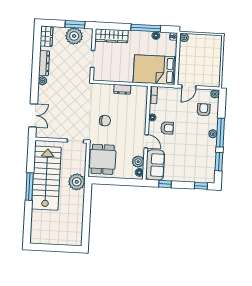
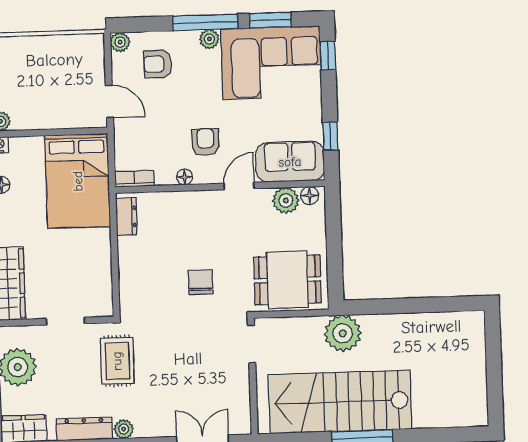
rug: (73, 81) -> (117, 361), added
dresser: (122, 89) -> (126, 217), moved
corner sofa: (200, 160) -> (271, 63), added

